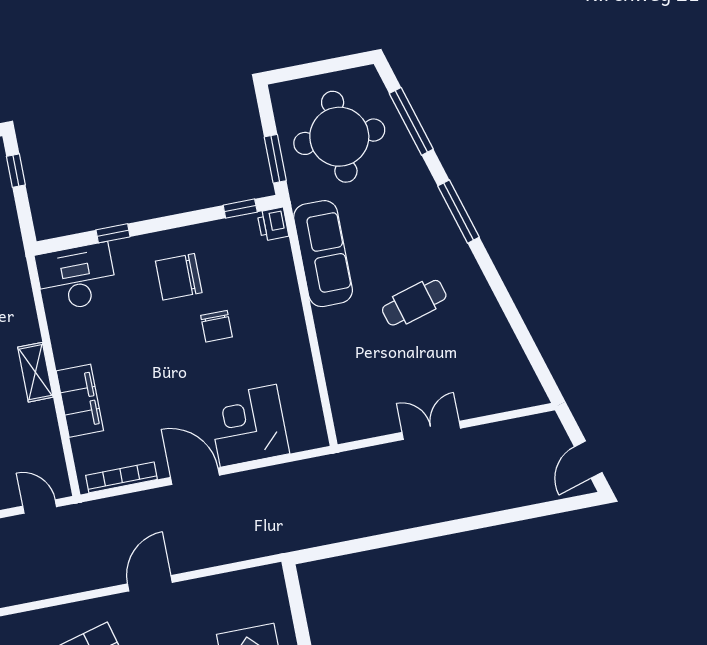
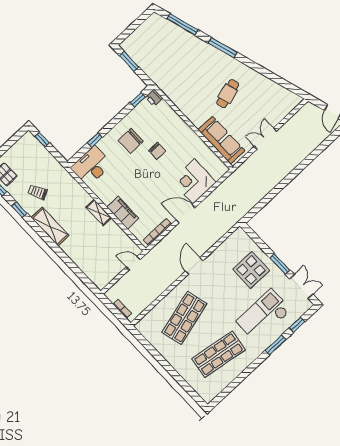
round table: (339, 137) -> (158, 48), removed
window: (275, 159) -> (129, 61), moved
sofa: (323, 254) -> (221, 140), moved

